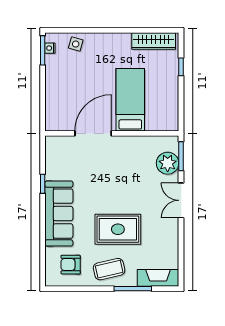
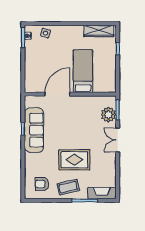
sofa: (59, 214) -> (34, 130), moved

